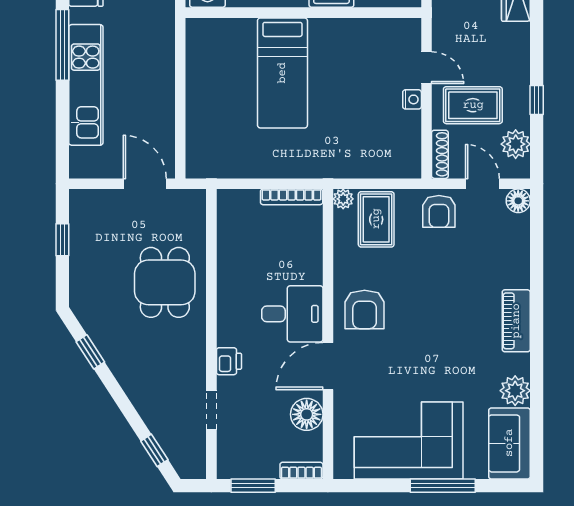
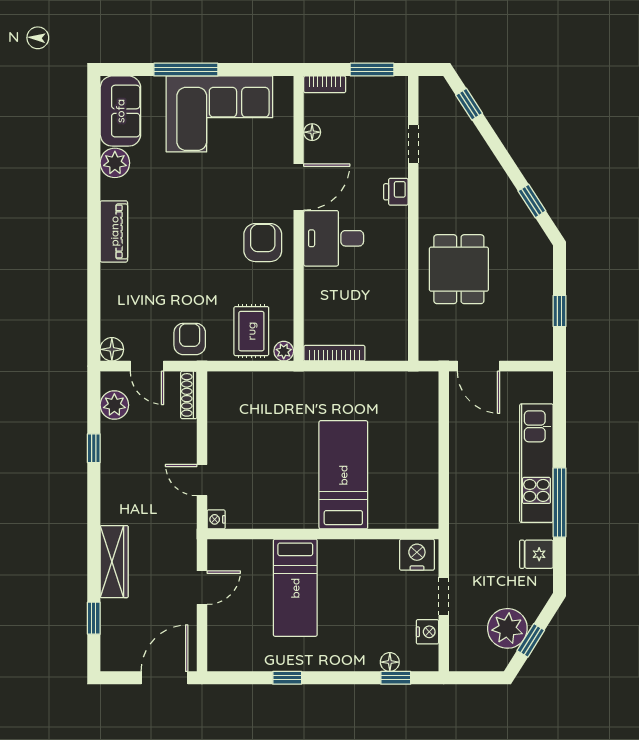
nightstand: (412, 99) -> (216, 519), moved
rug: (473, 105) -> (156, 443), removed
floor lamp: (307, 414) -> (312, 132), width x0.53, depth x0.53

